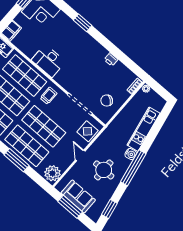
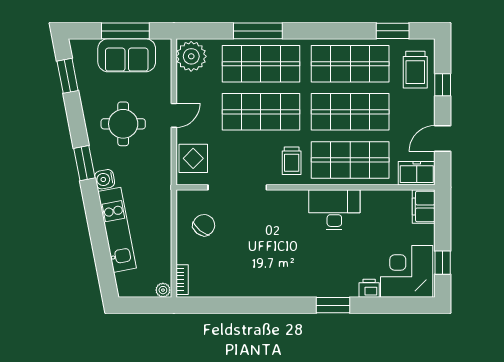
printer: (111, 59) -> (369, 288), moved
door: (80, 156) -> (174, 115), hinge flipped
window: (133, 168) -> (84, 163), width x0.47

